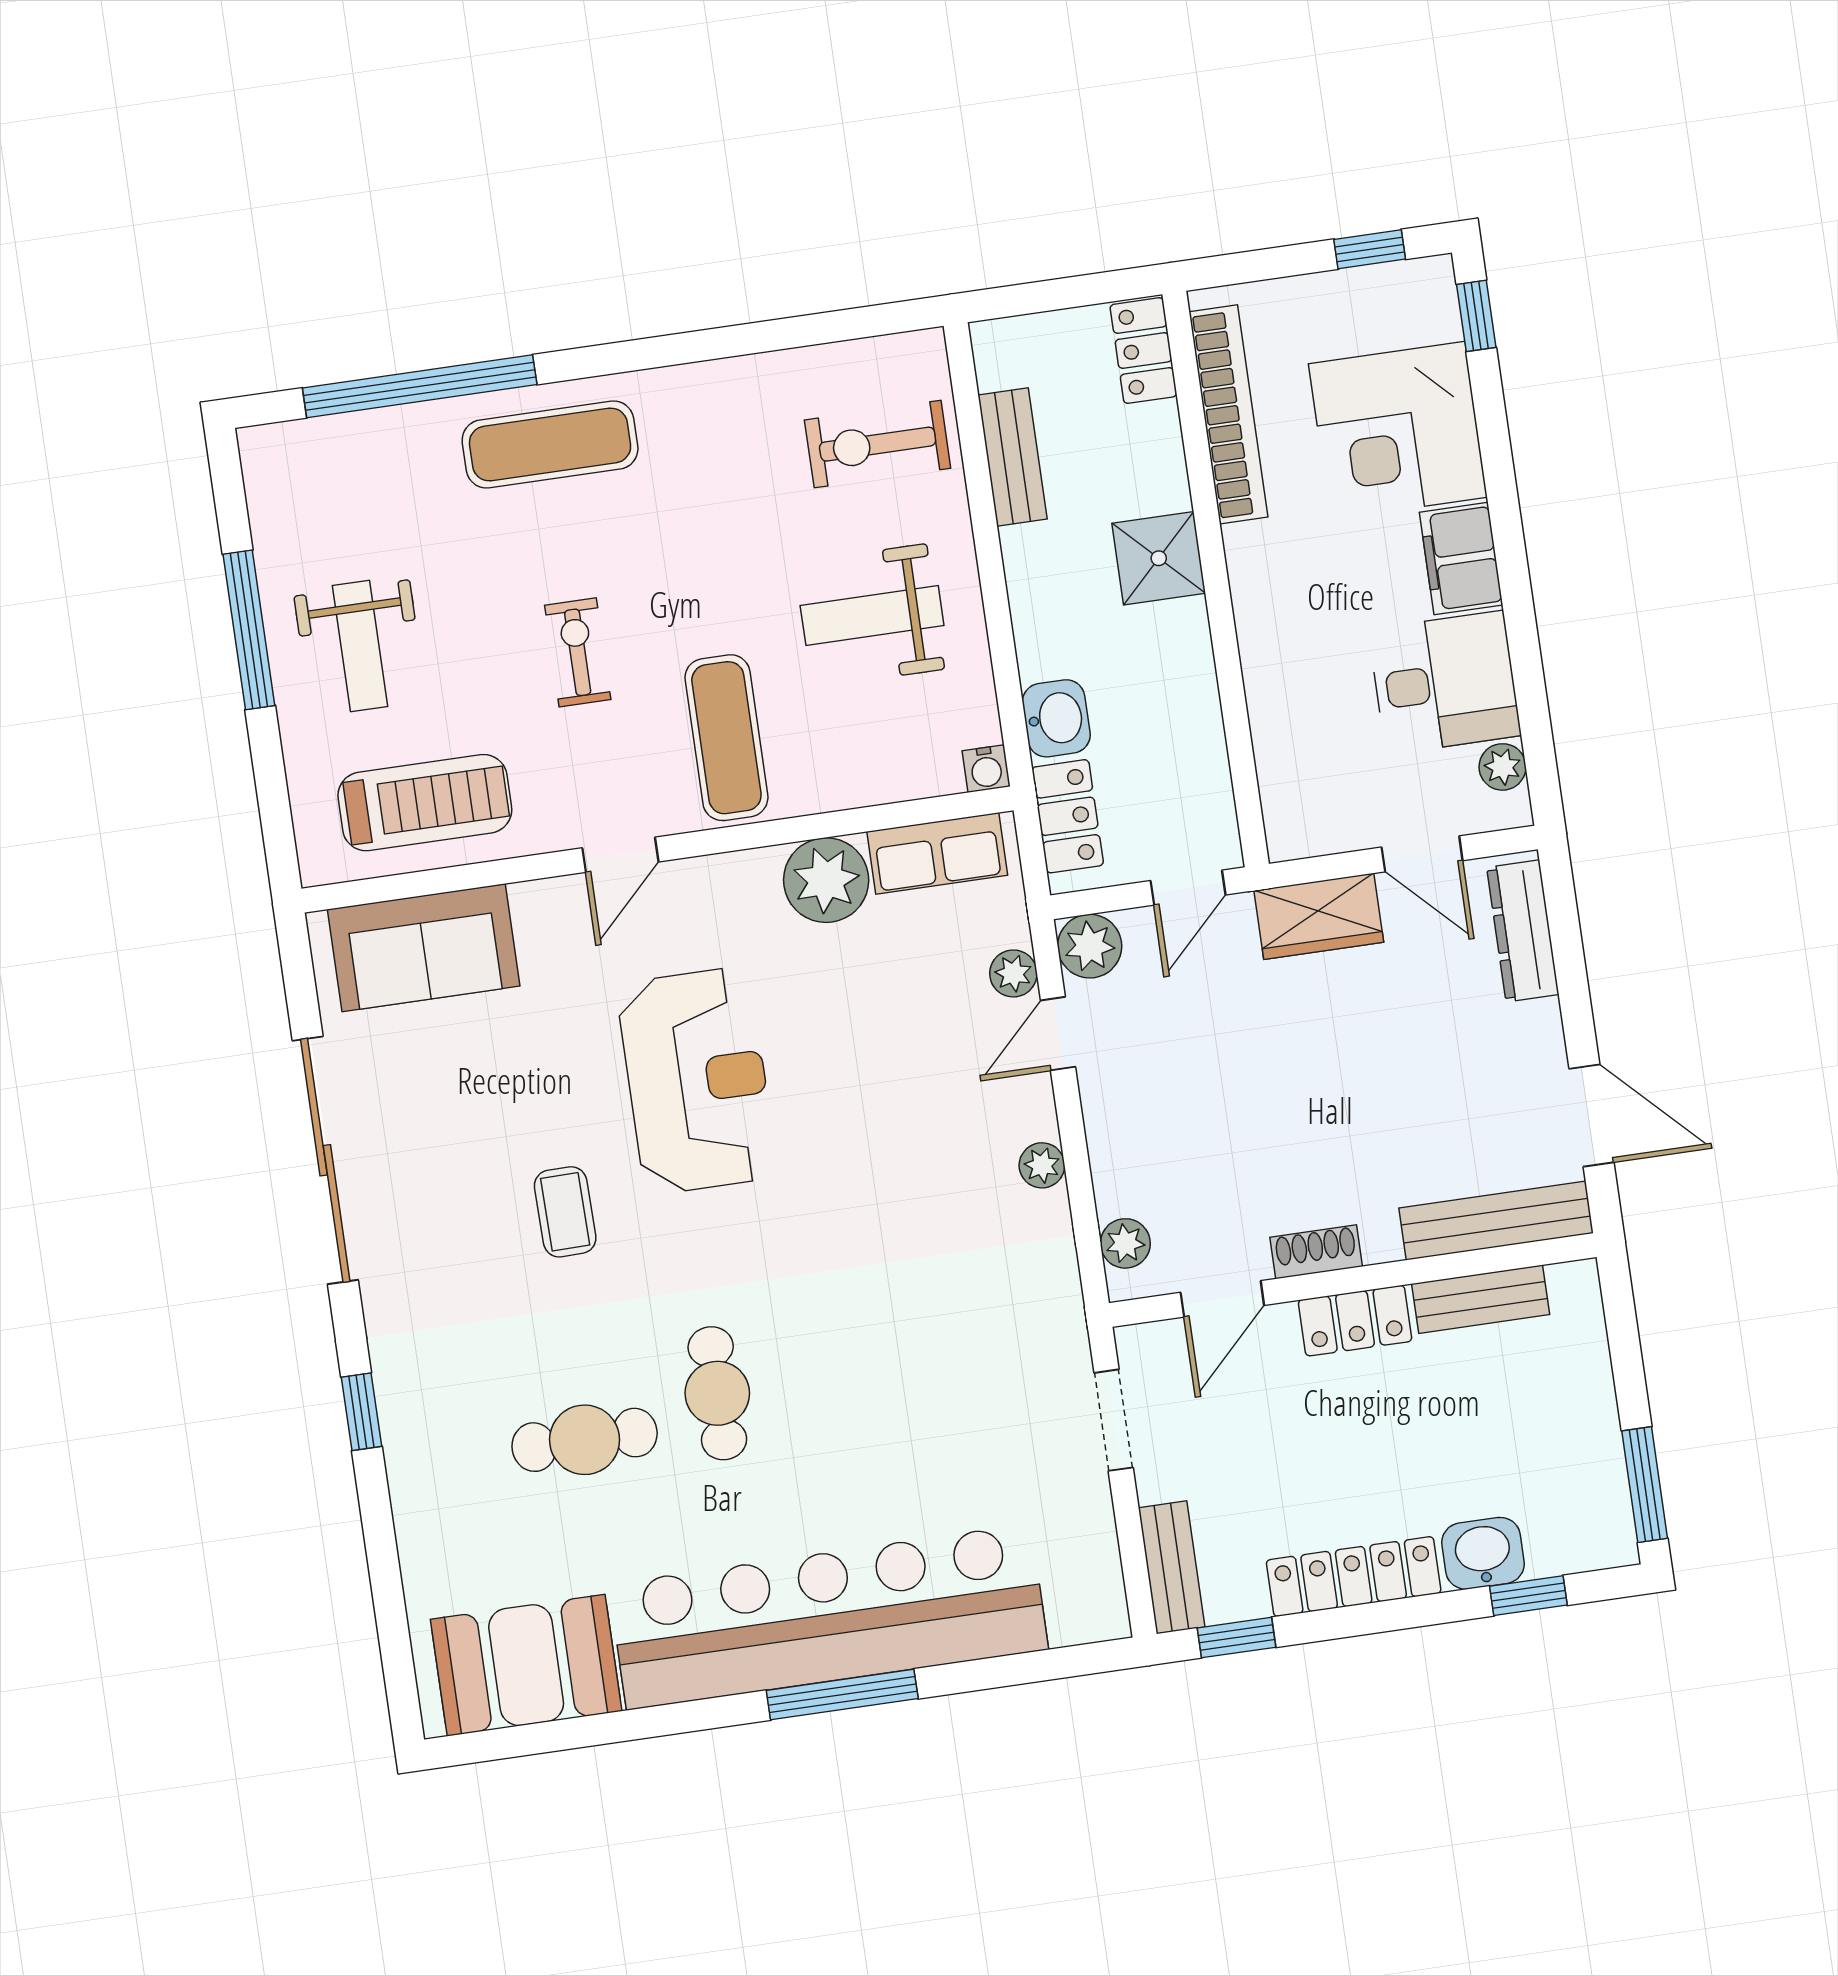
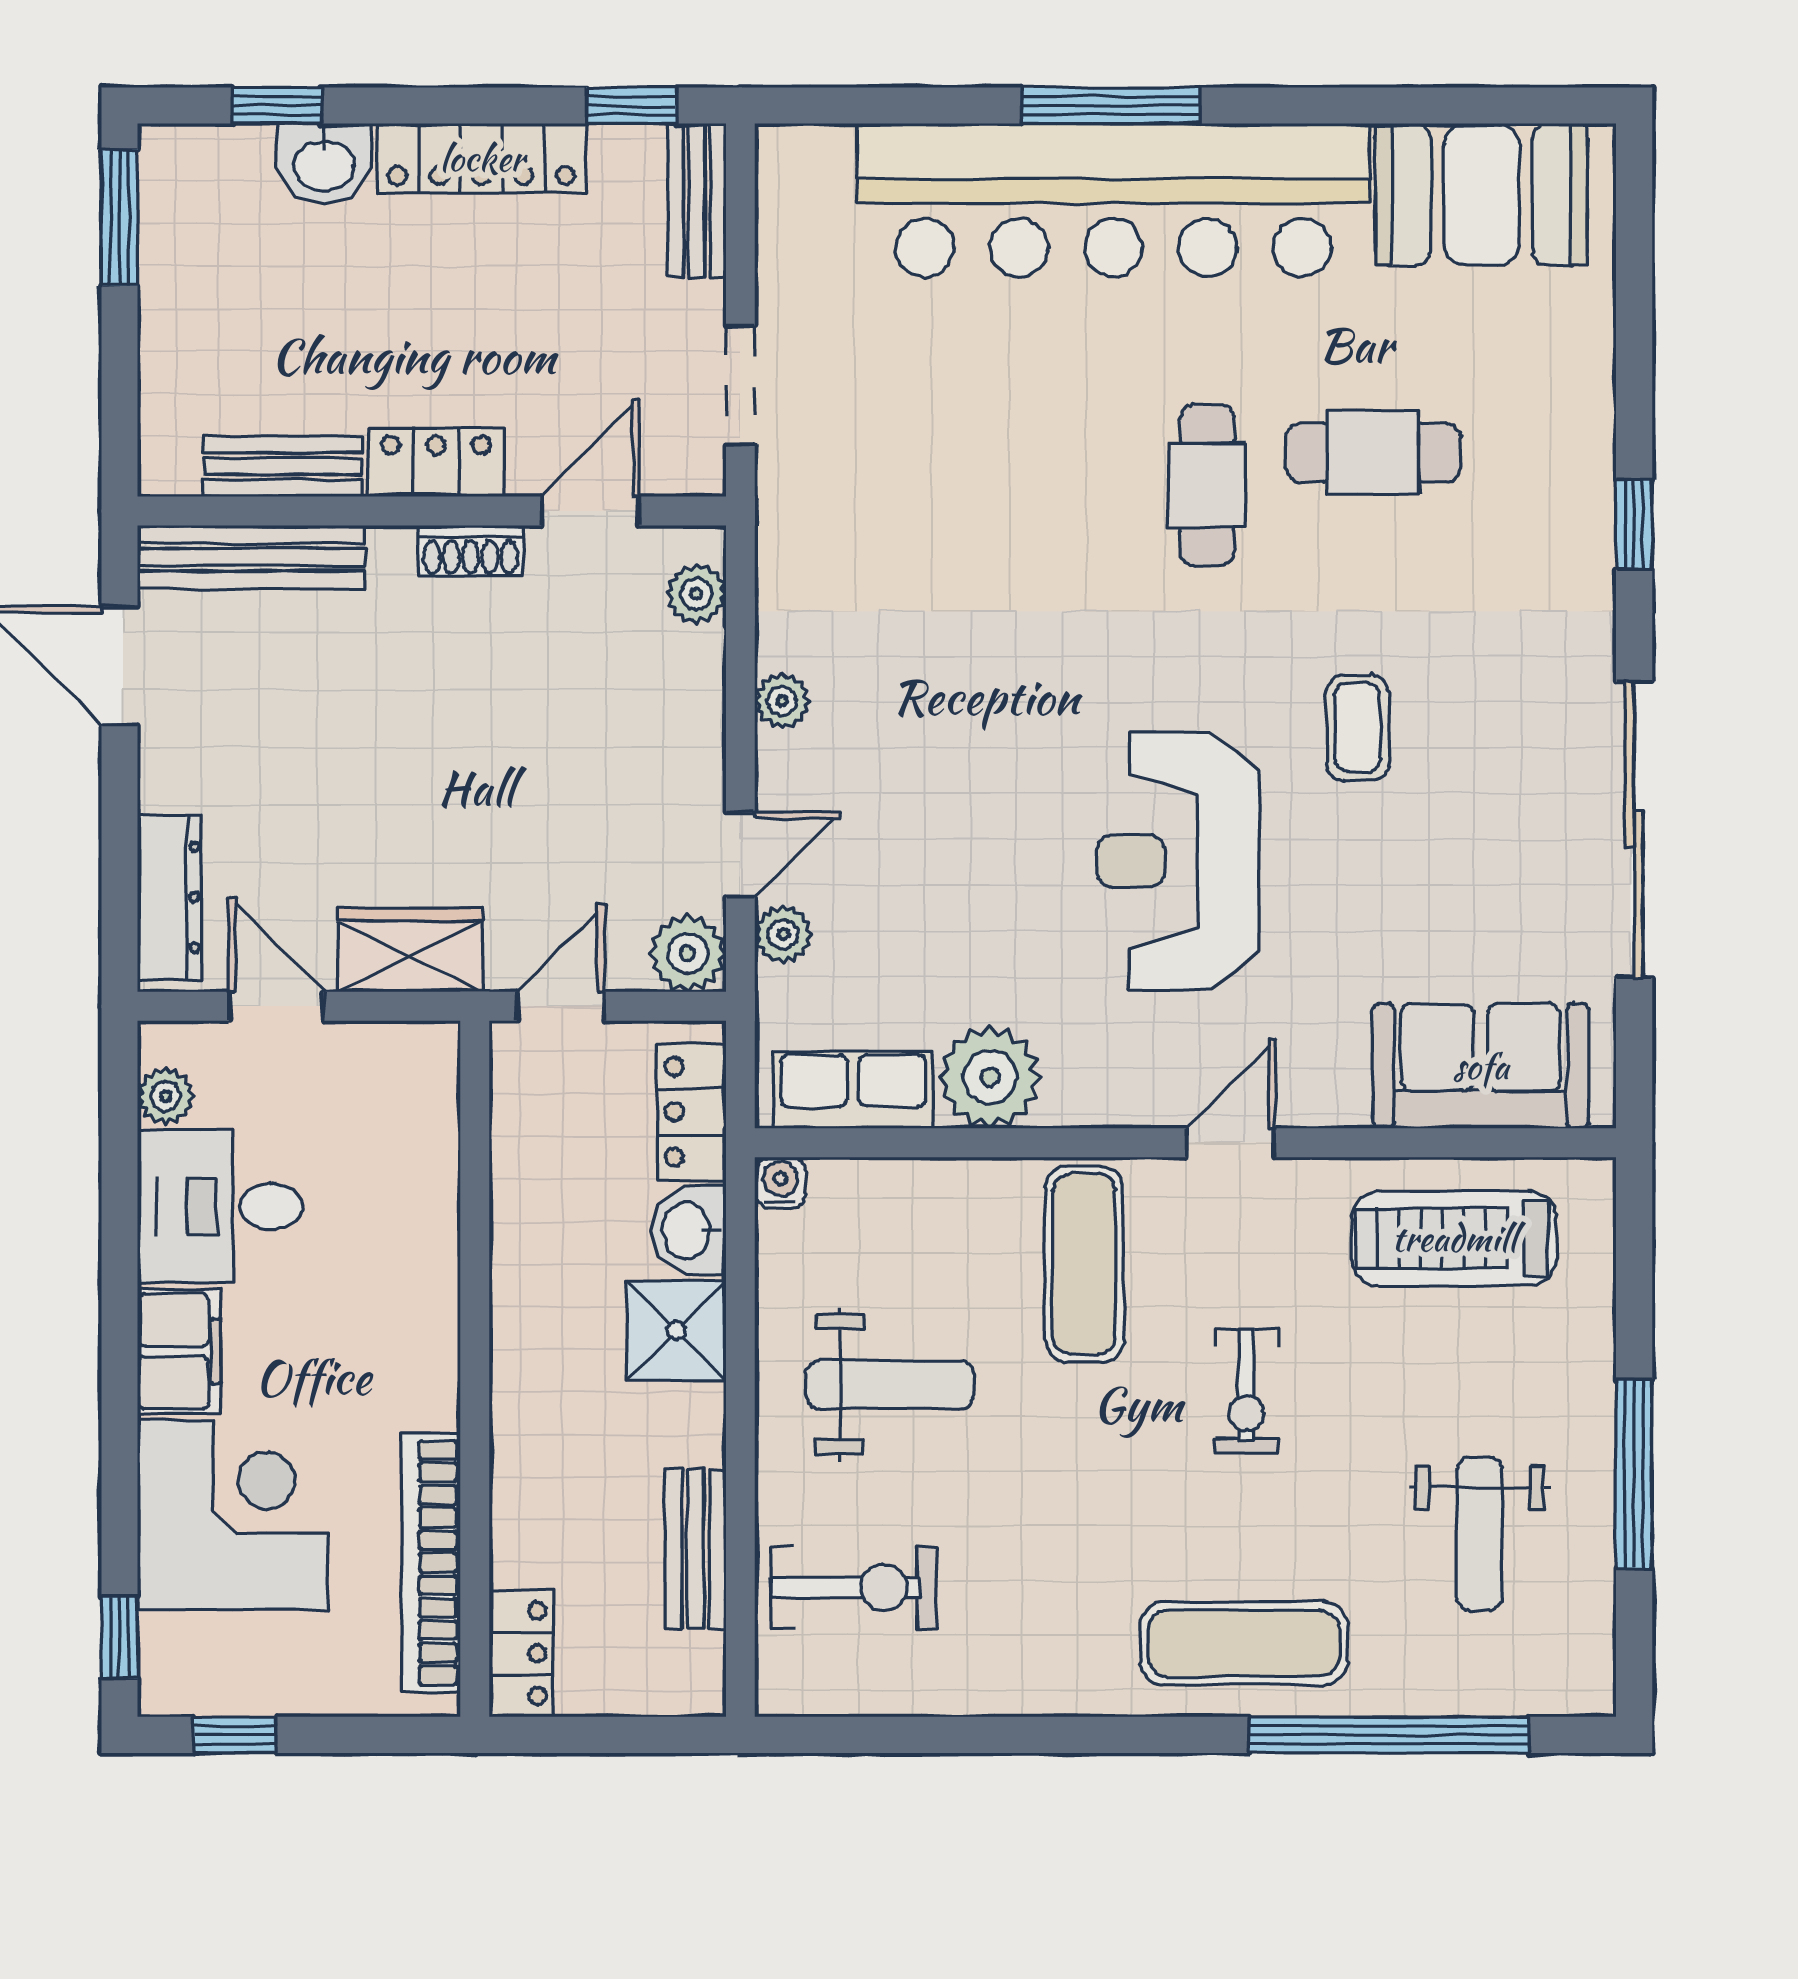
shower: (1159, 558) -> (676, 1330), moved
weight bench: (360, 646) -> (1479, 1533), moved, turned 180

